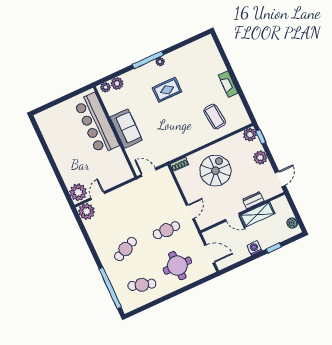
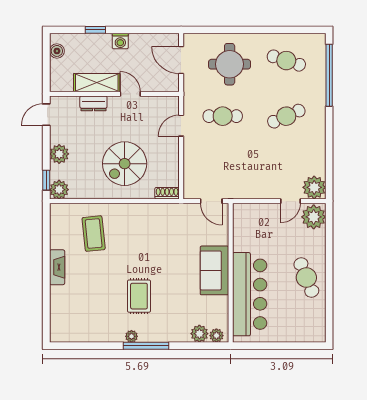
rug: (167, 90) -> (139, 296), turned 90
cafe table: (65, 151) -> (306, 278), added

